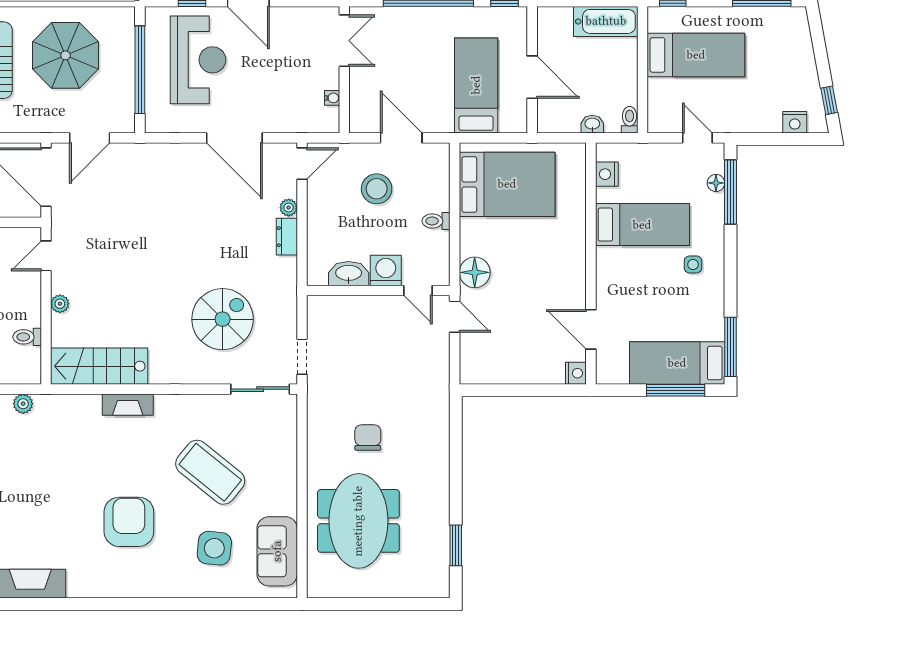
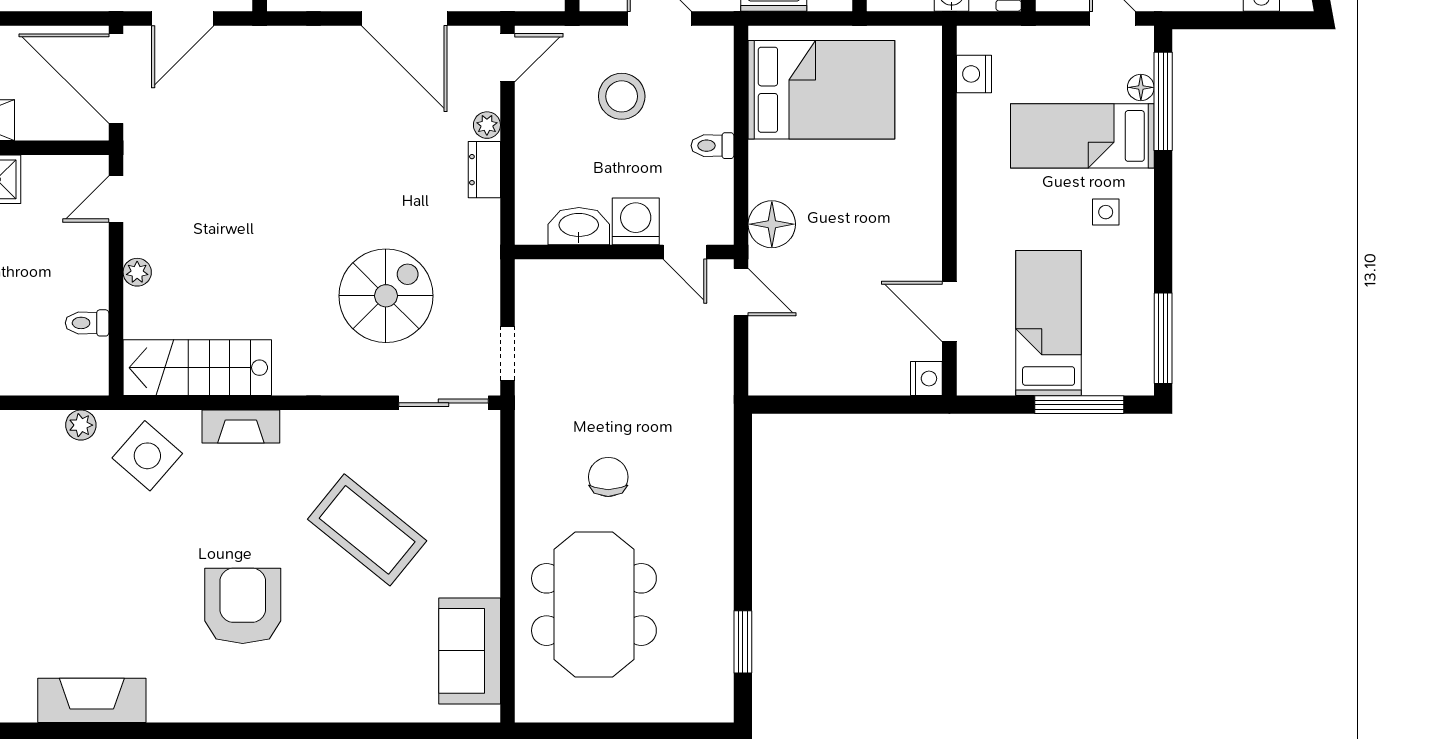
bed: (642, 225) -> (1082, 136), moved, turned 180
bed: (677, 363) -> (1049, 323), moved, turned 90
side table: (214, 548) -> (147, 456), moved, turned 35

